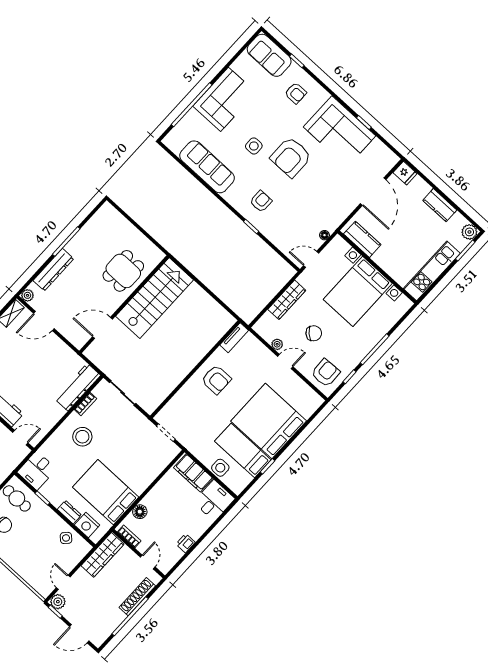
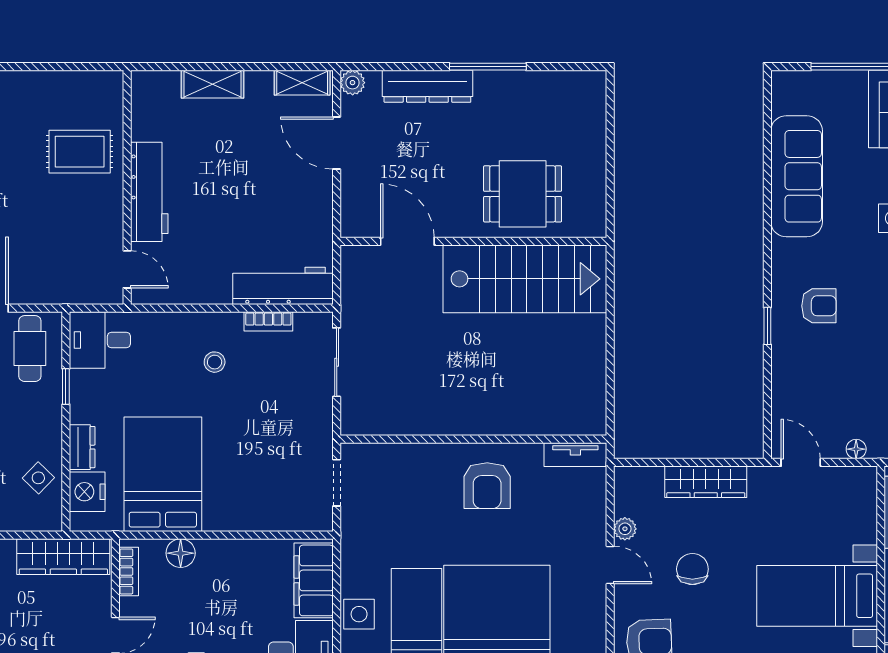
bed with nightstands: (358, 291) -> (817, 596), width x0.73
chair: (314, 333) -> (692, 569), turned -134
stool: (82, 437) -> (215, 362), width x0.53, depth x0.53

